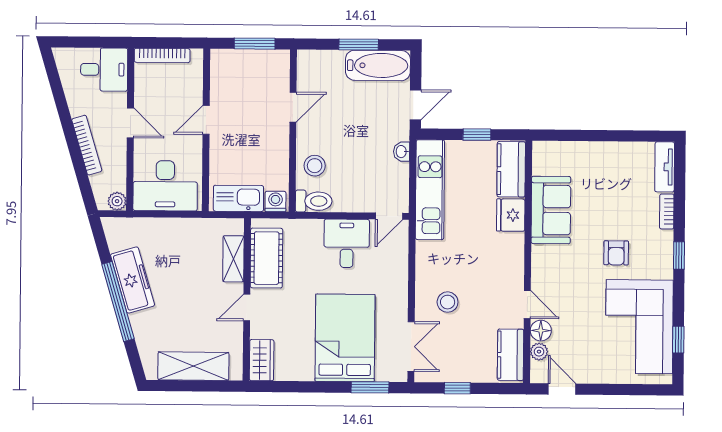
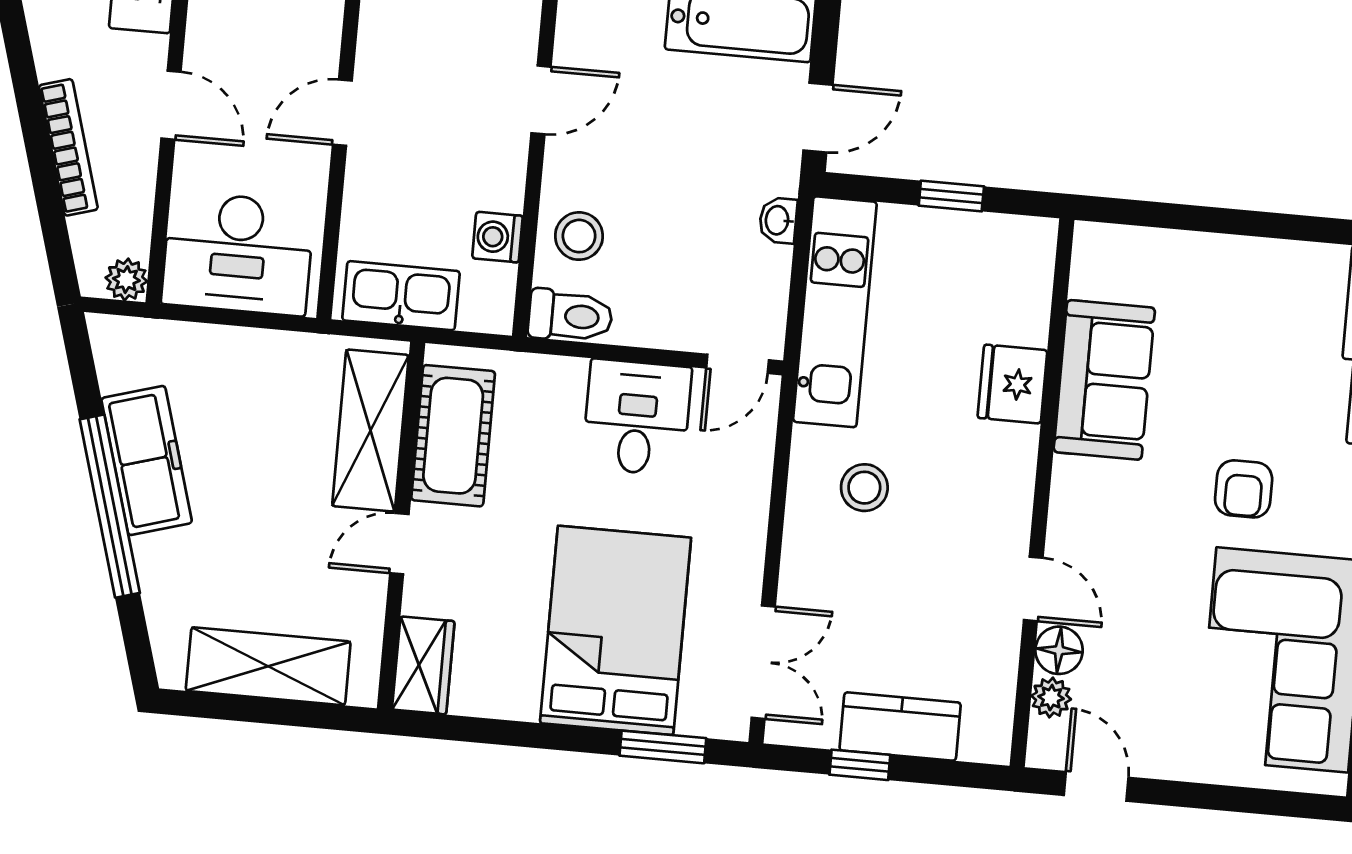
kitchen counter: (511, 169) -> (1022, 281), removed
washing machine: (275, 201) -> (497, 237), moved, turned -90
shelving: (233, 259) -> (370, 430), width x1.50, depth x1.33
stool: (448, 302) -> (864, 488), moved
kitchen counter: (511, 355) -> (900, 726), moved, turned 90

